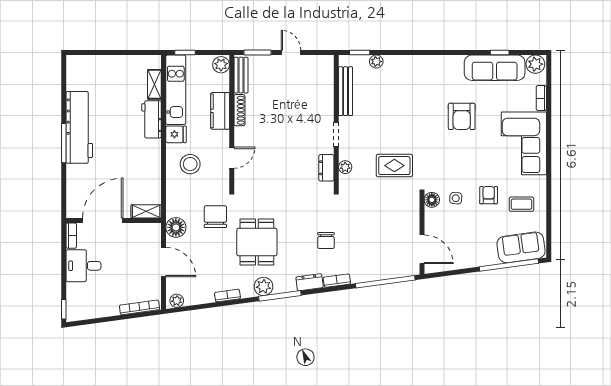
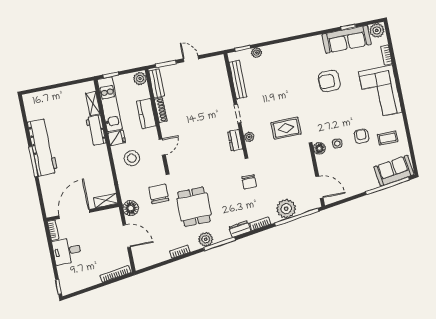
armchair: (462, 116) -> (329, 81), turned 90
chair: (326, 240) -> (249, 182), moved
plant: (177, 301) -> (286, 209), moved, width x1.87, depth x1.87

